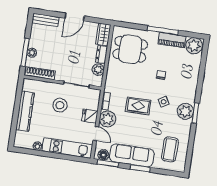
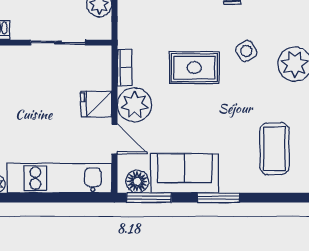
stool: (60, 105) -> (30, 91), removed
sofa: (132, 155) -> (184, 173), width x0.73

